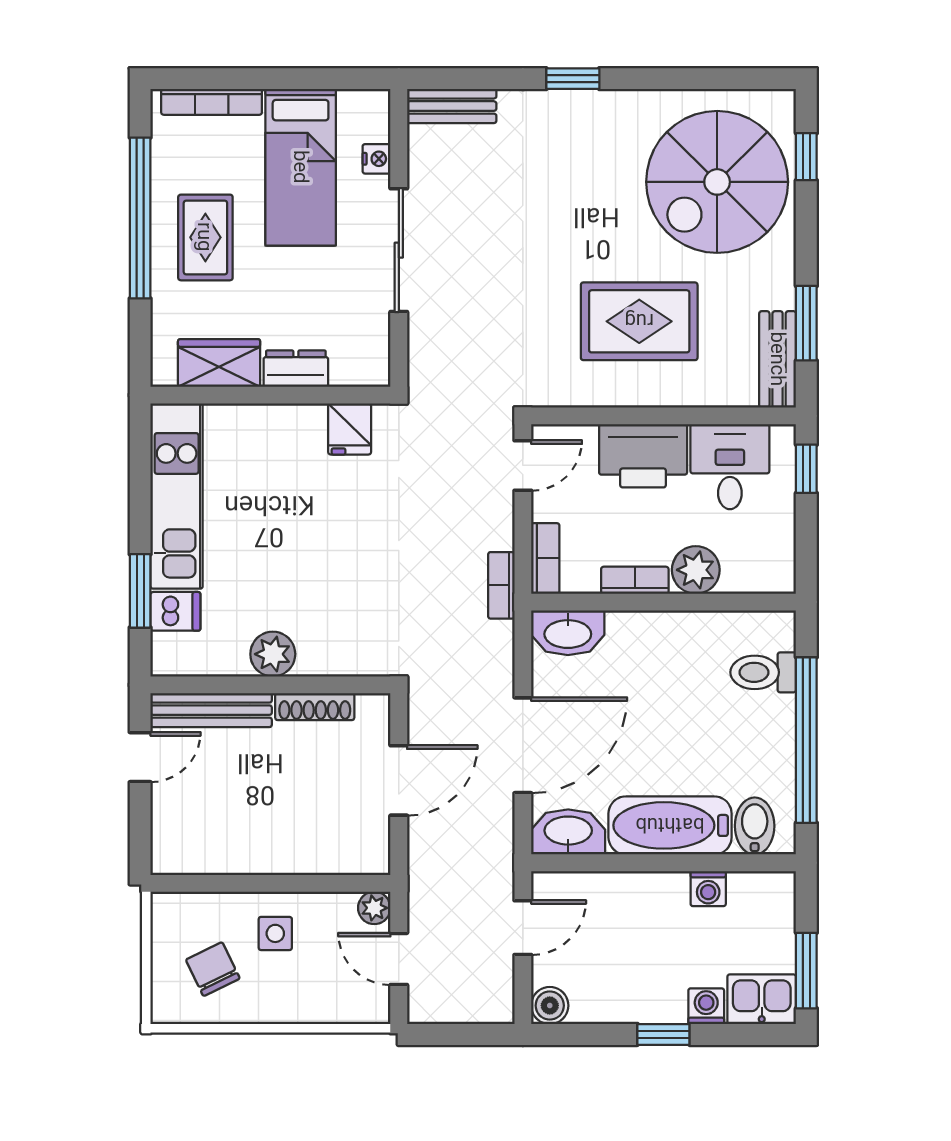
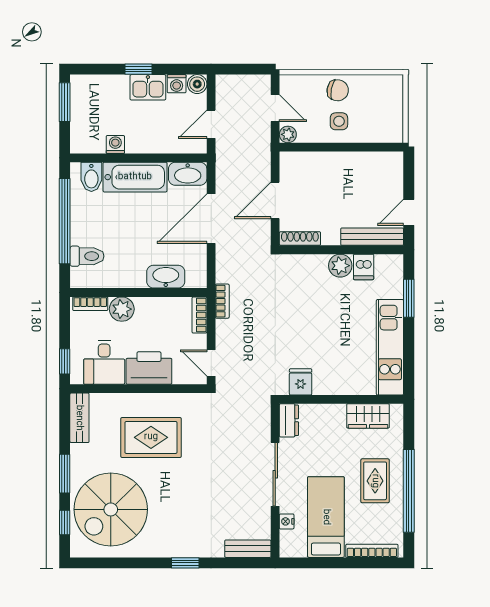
spiral stairs: (717, 182) -> (111, 509), turned 180
window: (806, 323) -> (65, 474), moved
dresser: (296, 369) -> (289, 420), moved, turned -90
door: (523, 466) -> (211, 363), hinge flipped
bookcase: (635, 580) -> (90, 304), moved
dishwasher: (175, 611) -> (364, 267), moved, turned -90
washbasin: (568, 633) -> (166, 277), moved
shoe rack: (315, 707) -> (300, 238), moved
chair: (213, 969) -> (338, 90), moved, turned -54
kitchen sink: (762, 999) -> (148, 87), moved
washing machine: (706, 1006) -> (177, 84), moved

